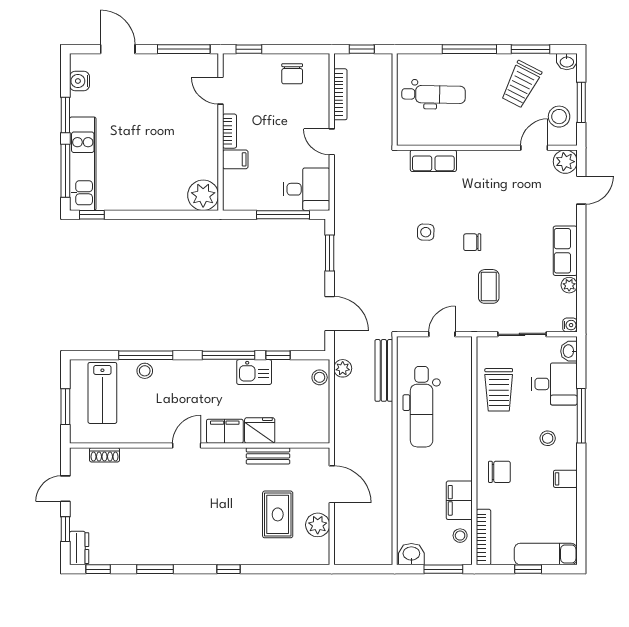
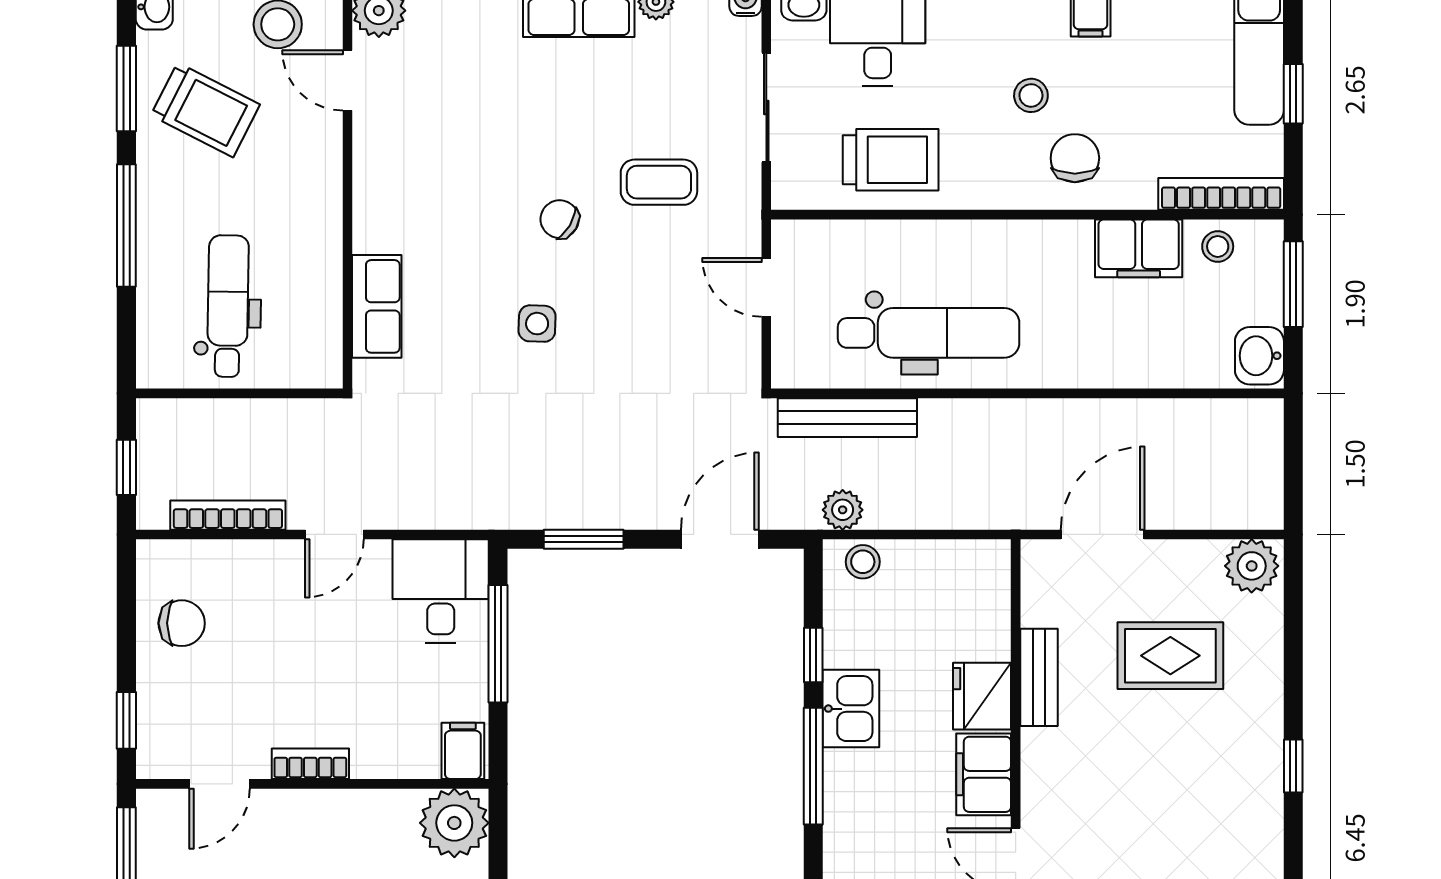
filing cabinet: (235, 159) -> (463, 751), moved
chair: (472, 242) -> (560, 219), turned 121
stool: (548, 438) -> (1031, 95), moved
plant: (318, 525) -> (1252, 566), moved

